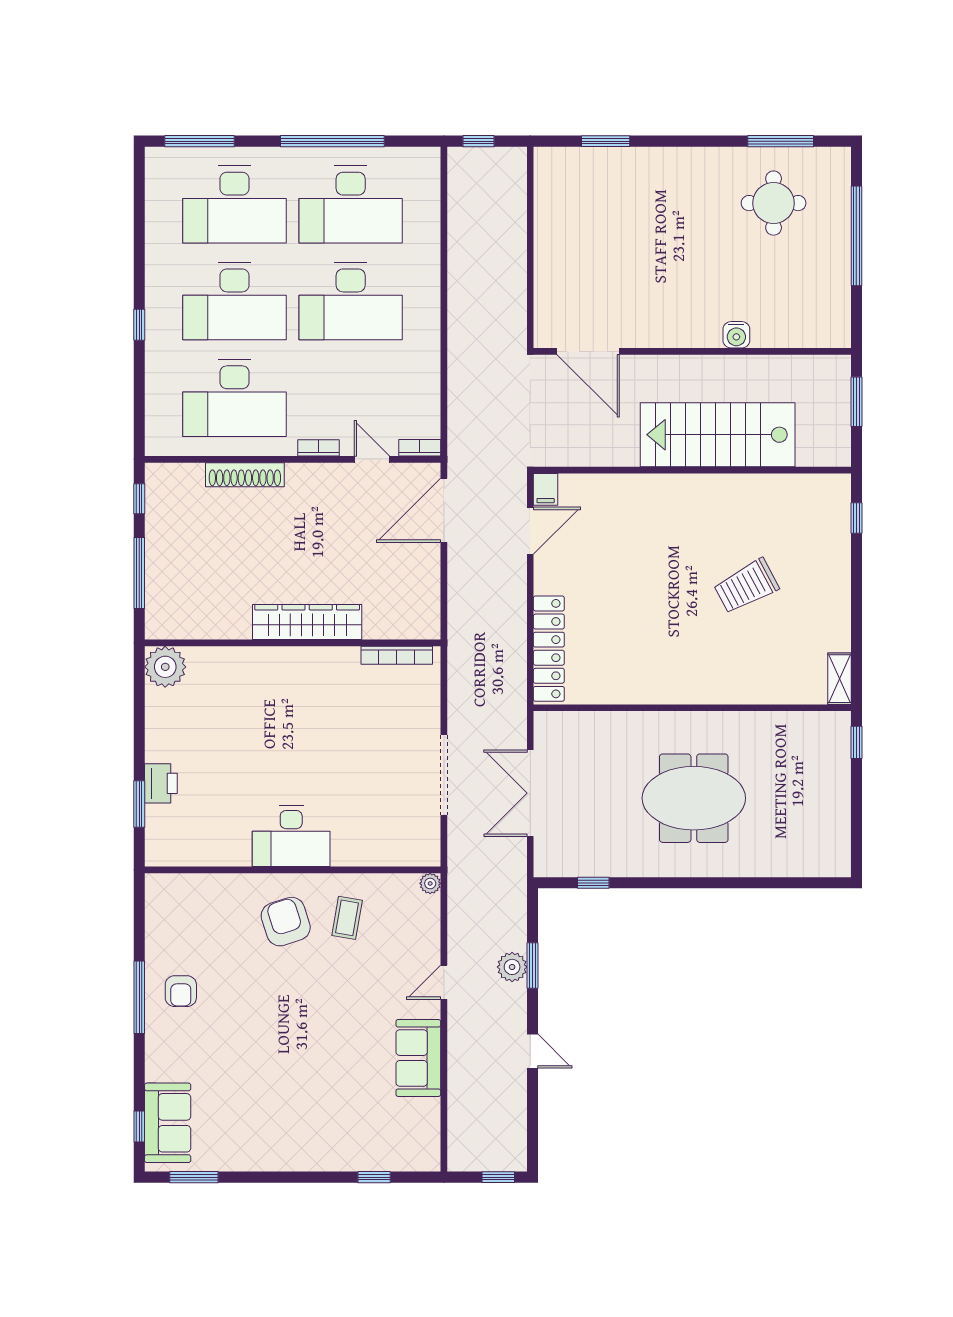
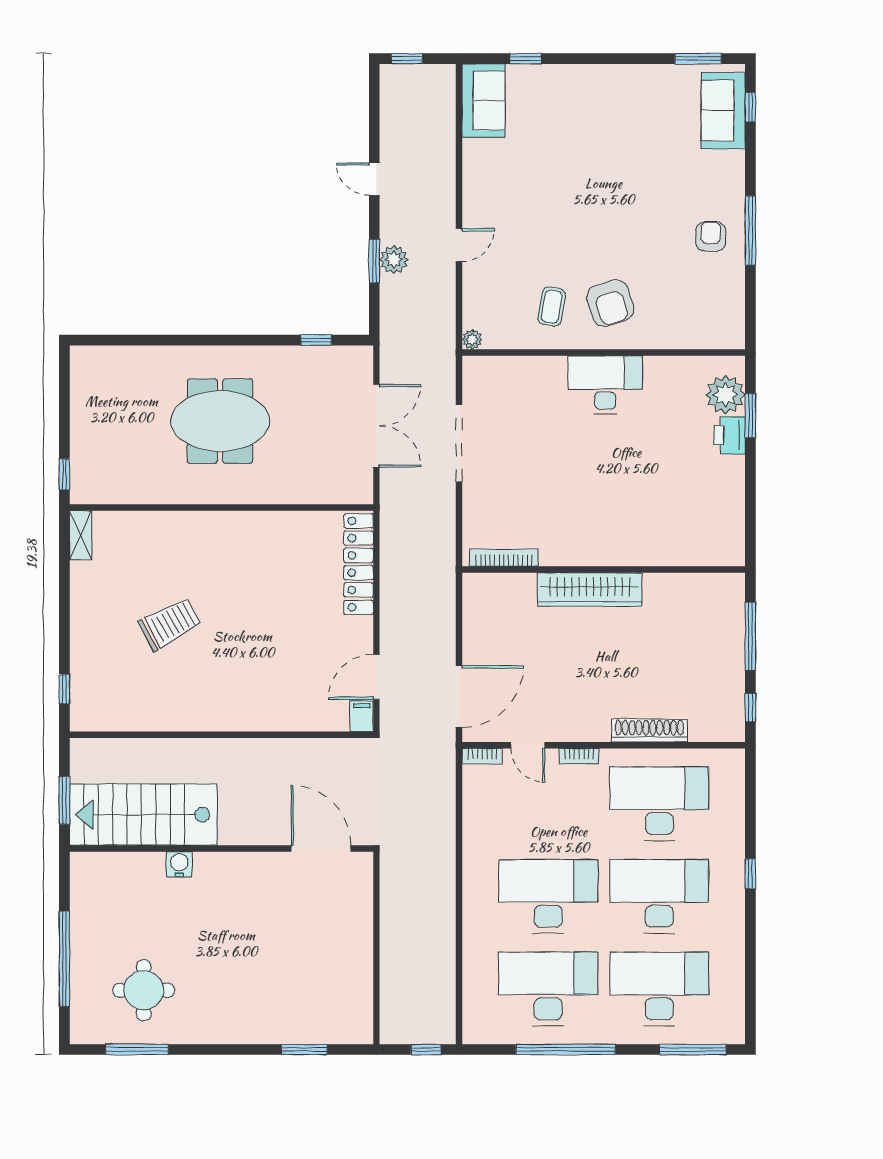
stairs: (718, 435) -> (143, 815), moved, turned 180
plant: (165, 667) -> (725, 395), moved
sofa: (418, 1058) -> (483, 101), moved

